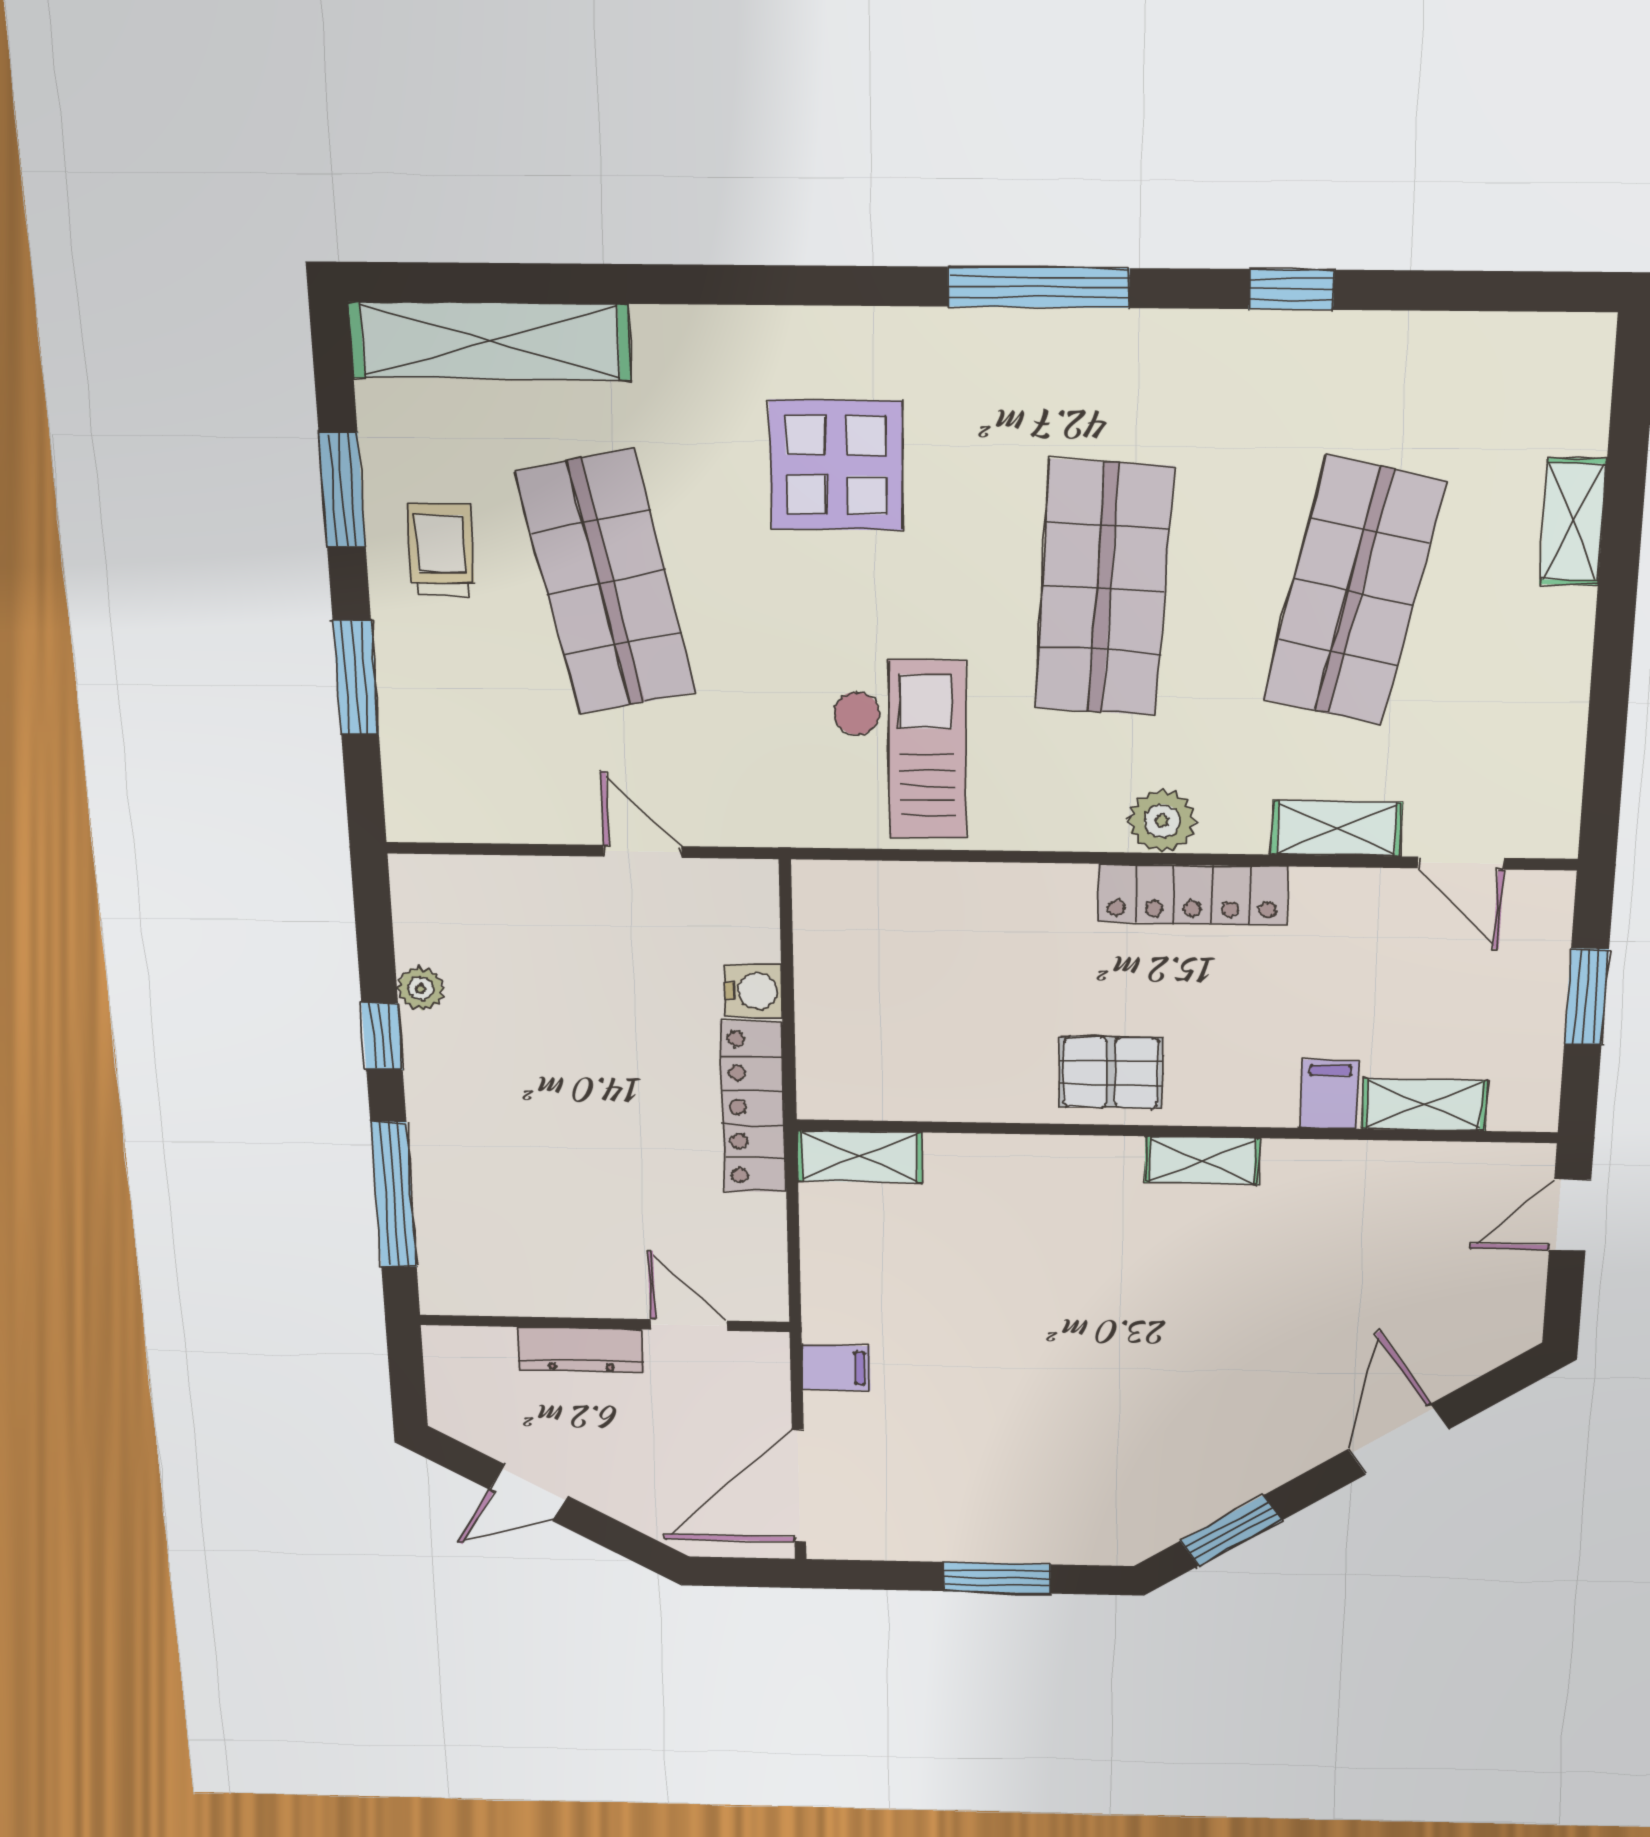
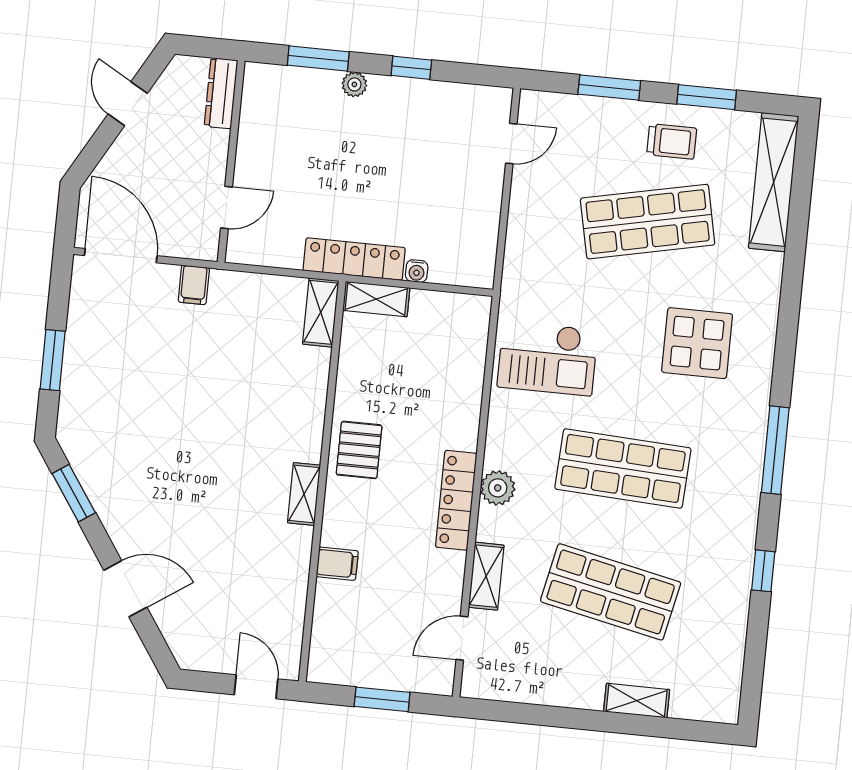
door: (643, 851) -> (511, 144), moved
plant: (421, 989) -> (354, 84), moved
water cooler: (753, 991) -> (417, 271), width x0.72, depth x0.72
shelving: (1424, 1105) -> (376, 299), moved, turned 90
window: (394, 1195) -> (318, 58), width x0.69
dresser: (580, 1350) -> (221, 93), moved

